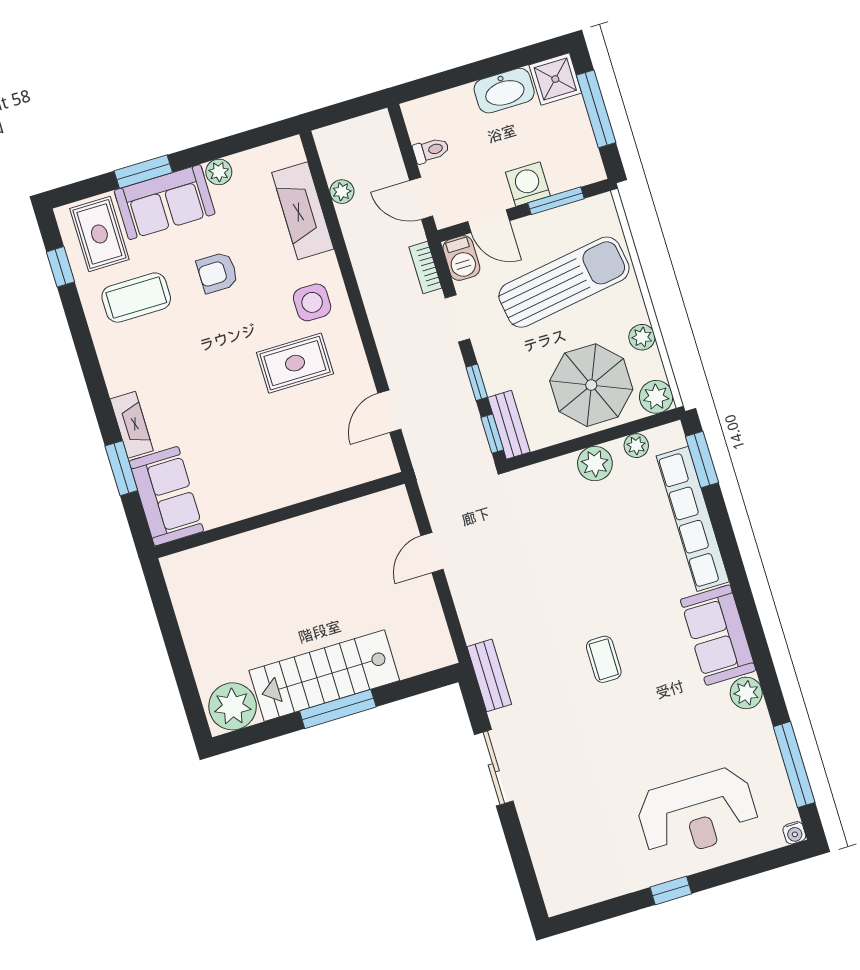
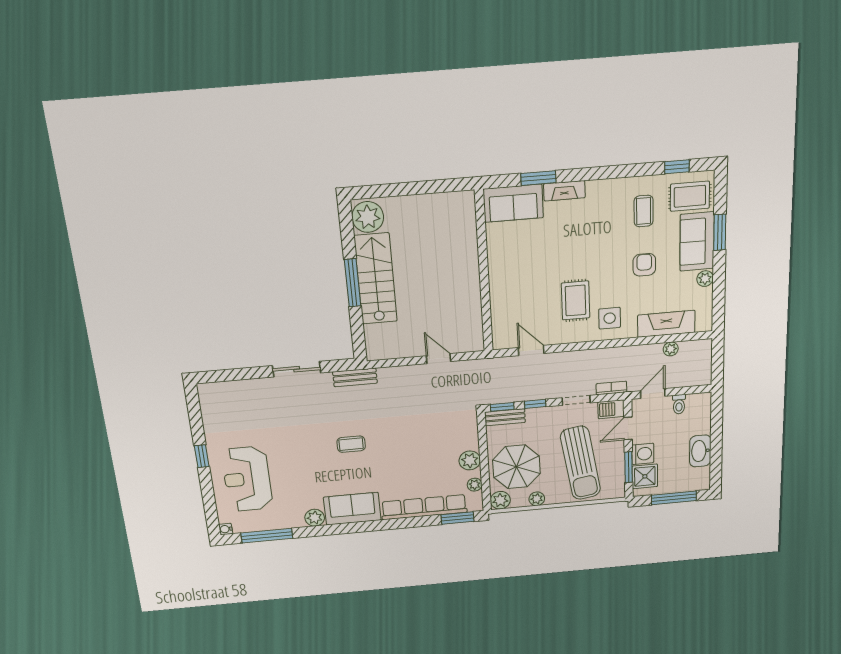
shower: (555, 79) -> (645, 476), moved
coffee table: (136, 298) -> (644, 211), width x0.73, depth x0.77

